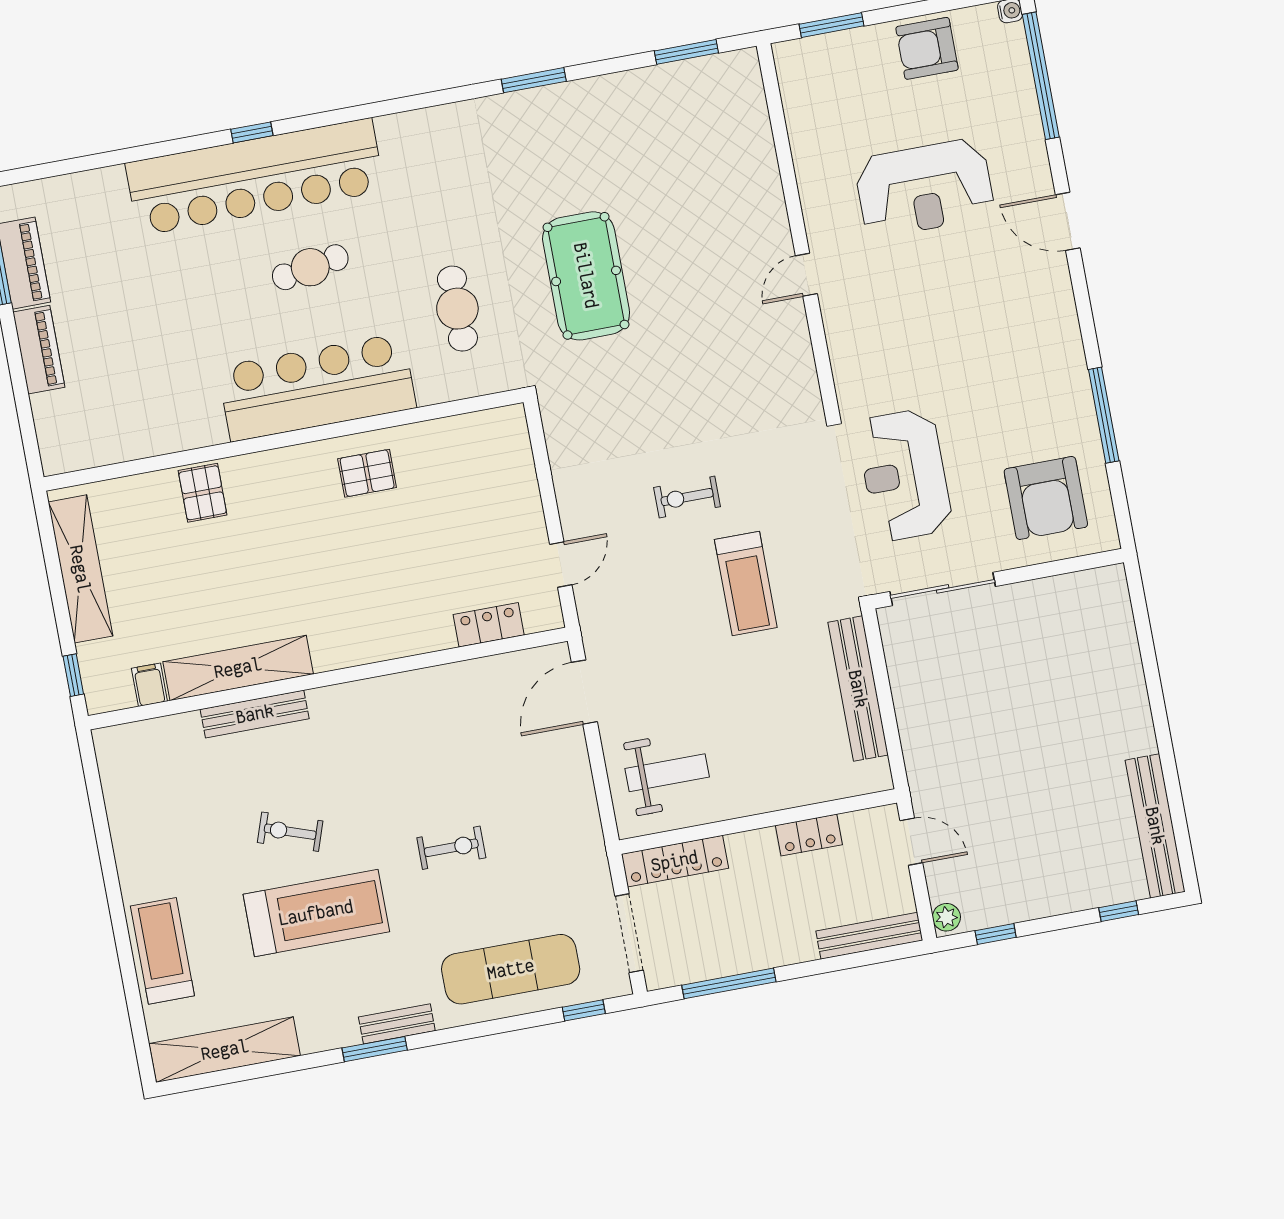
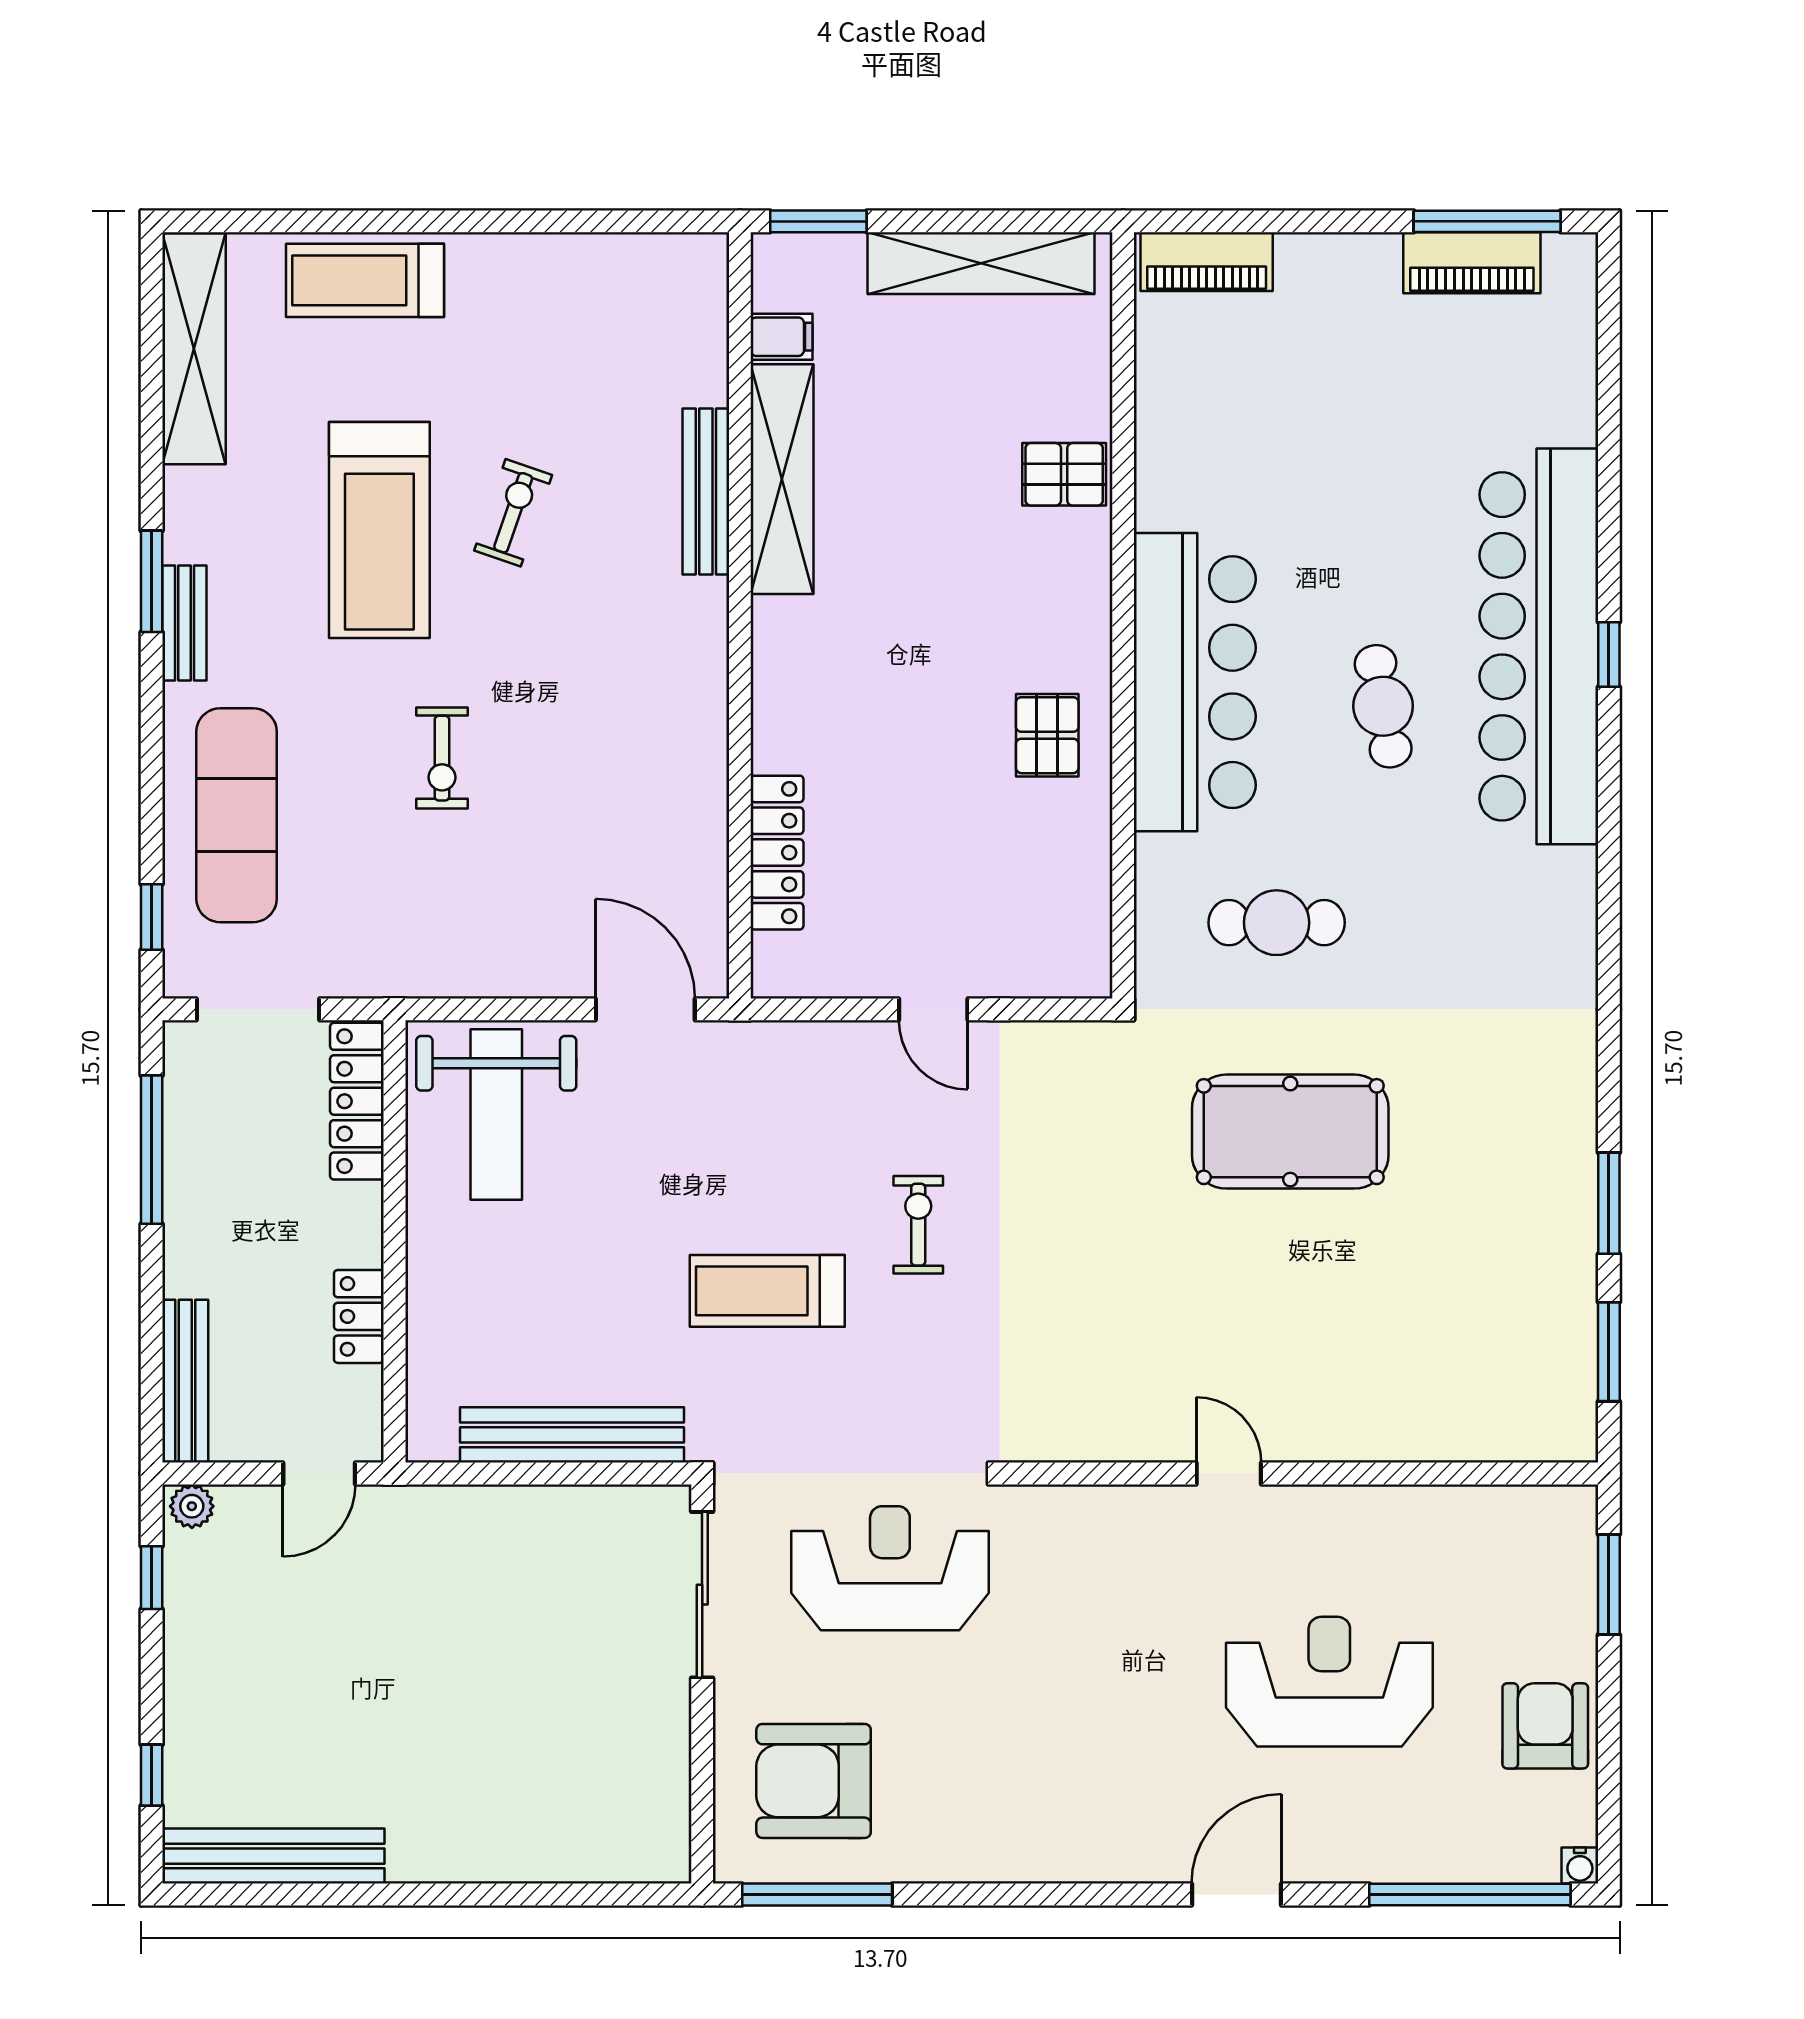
window: (534, 80) -> (1609, 1203), moved
reception desk: (924, 188) -> (1329, 1682), turned 90
piano: (39, 350) -> (1207, 262), moved
window: (1104, 415) -> (817, 1894), moved
door: (561, 564) -> (933, 1009), moved
locker: (489, 625) -> (777, 853), width x1.53
window: (73, 675) -> (818, 221), width x1.50
weight bench: (667, 773) -> (496, 1114), width x1.36, depth x1.33
treadmill: (162, 951) -> (365, 280), turned 180

